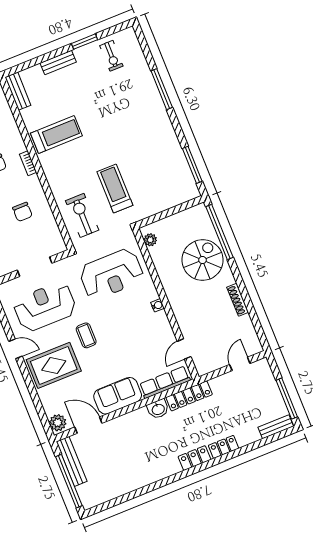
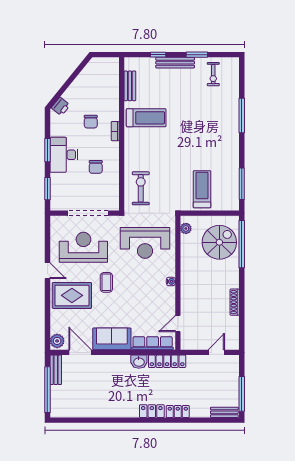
window: (42, 59) -> (158, 55), added
bench: (58, 63) -> (175, 63), width x1.36
bench: (18, 91) -> (130, 86), moved
treadmill: (115, 189) -> (202, 189), moved
spiral stairs: (203, 260) -> (219, 242), moved
doorway: (35, 267) -> (88, 213), width x1.36
bench: (72, 461) -> (56, 370), width x0.73

